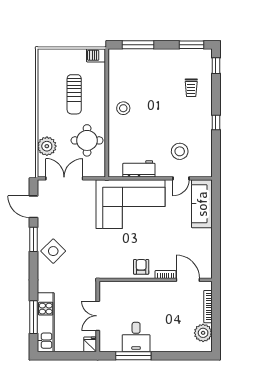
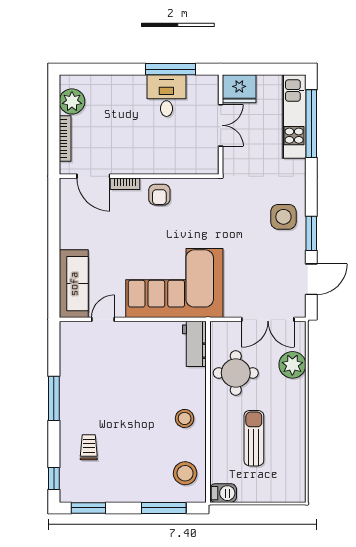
window: (216, 122) -> (54, 398), width x2.17
stool: (180, 151) -> (185, 473), moved
workbench: (139, 169) -> (194, 344), moved, turned 90
door: (33, 207) -> (311, 279), hinge flipped
side table: (53, 251) -> (283, 217), turned 45
window: (33, 317) -> (311, 124), width x1.46
fridge: (90, 344) -> (239, 89), width x1.88, depth x1.34

